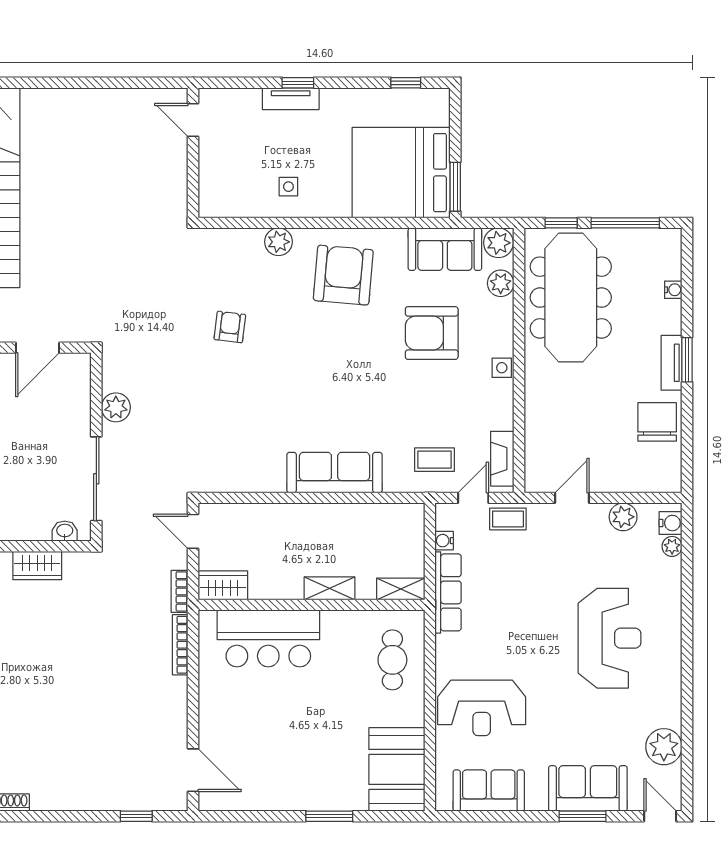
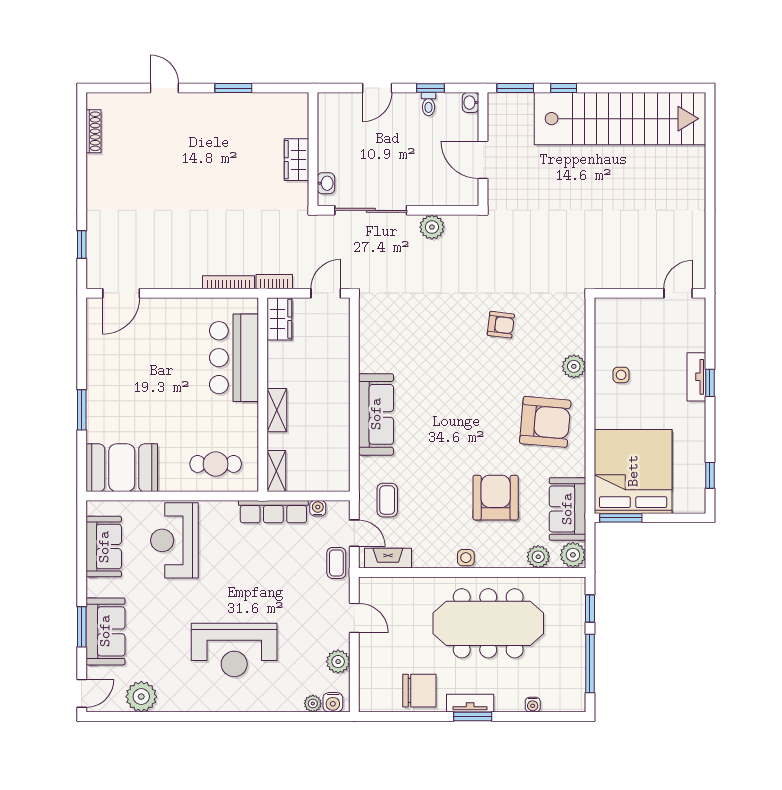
meeting table: (571, 298) -> (488, 623), moved

